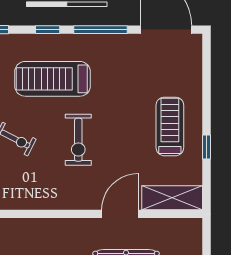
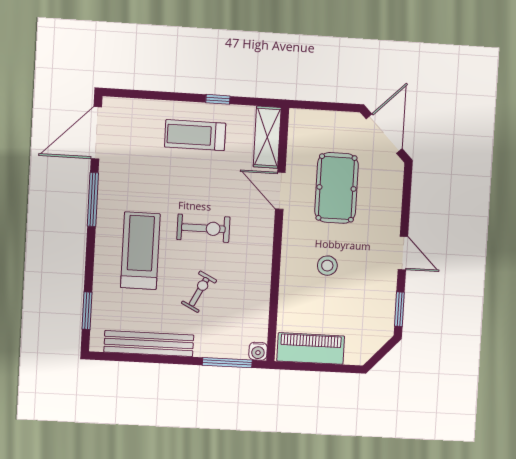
window: (48, 30) -> (90, 253), removed
treadmill: (53, 79) -> (140, 251), turned 180

